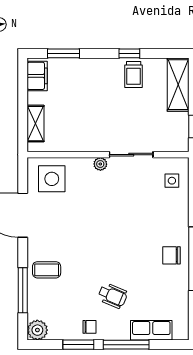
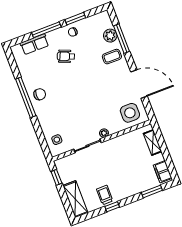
plant: (37, 330) -> (110, 36), moved

